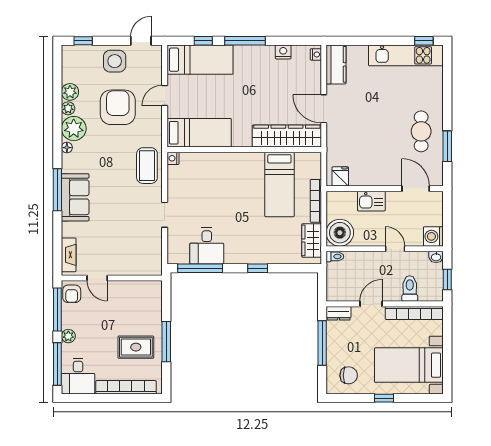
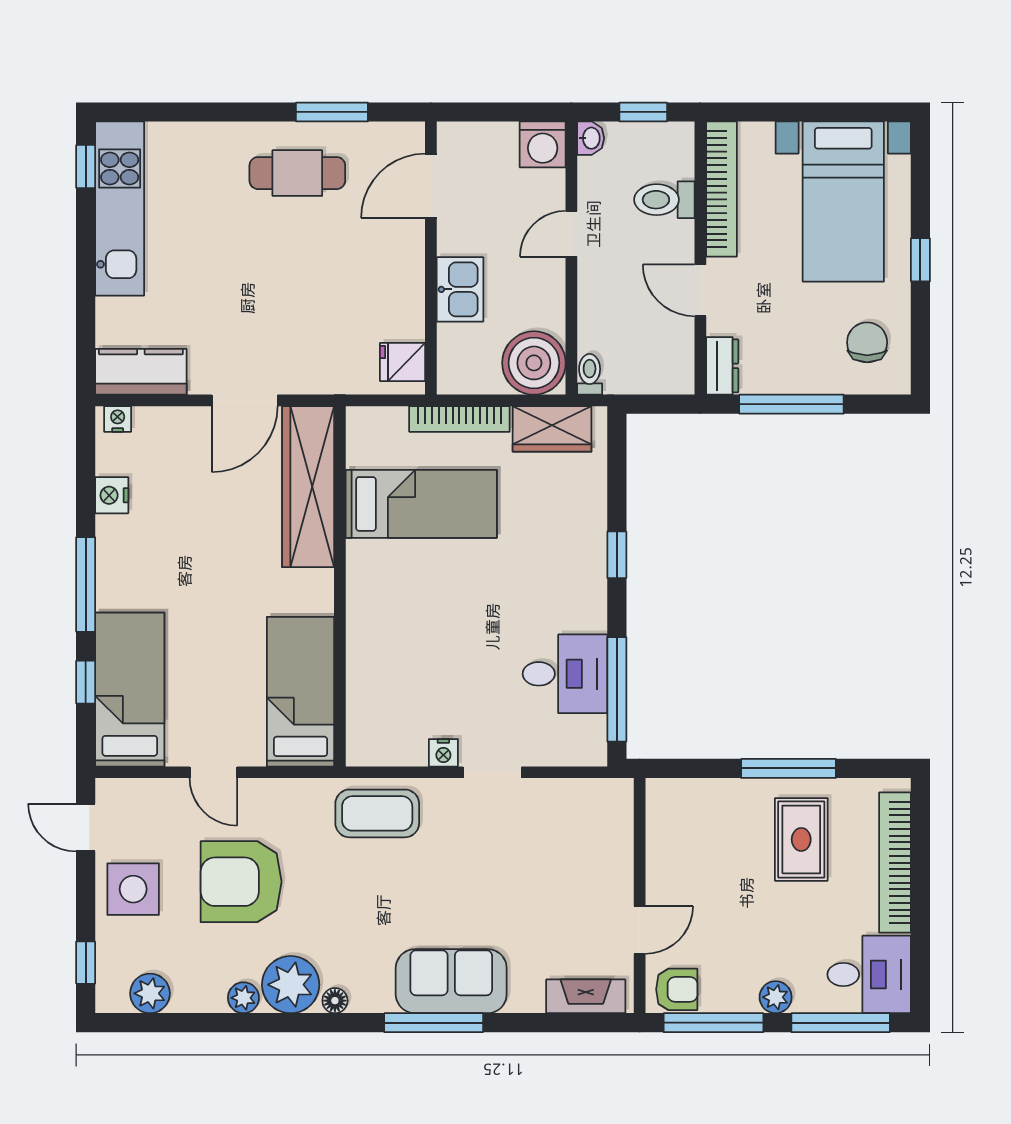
plant: (70, 92) -> (150, 993), moved
nightstand: (173, 158) -> (443, 753), moved

